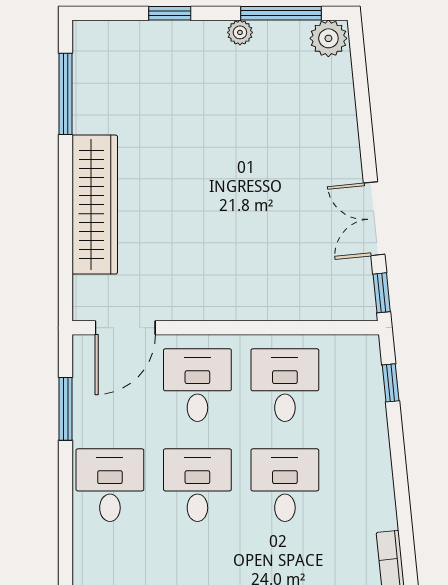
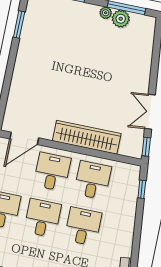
plant: (328, 38) -> (121, 19), moved
window: (66, 94) -> (19, 25), width x0.69
wardrobe: (95, 205) -> (87, 137), moved, turned -90

